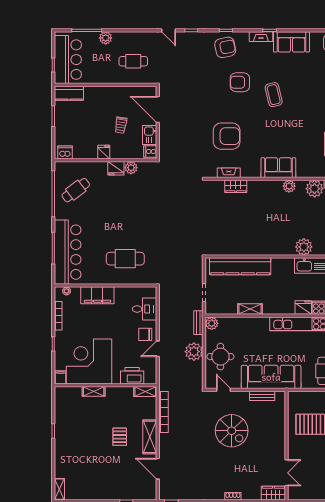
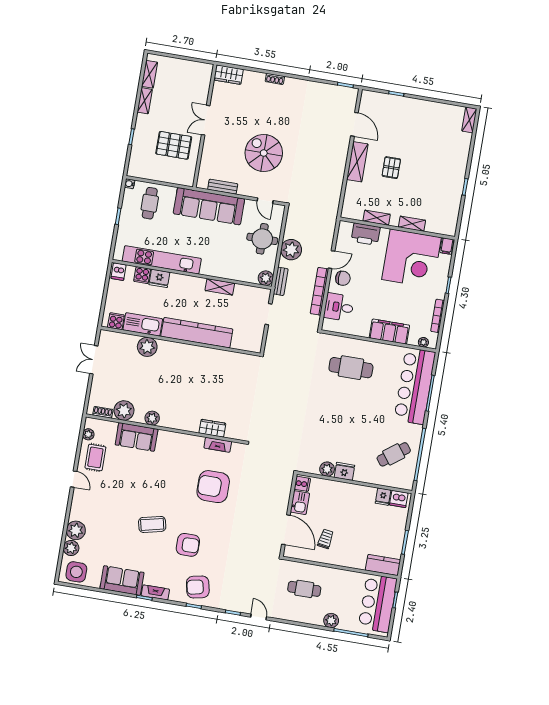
coffee table: (274, 95) -> (152, 524), turned 90
trolley: (121, 125) -> (326, 539), moved
fridge: (104, 152) -> (383, 497), moved
sofa: (278, 168) -> (137, 437), moved
kitchen counter: (240, 266) -> (197, 333), moved
shelving: (145, 391) -> (377, 218), moved
bookcase: (164, 412) -> (319, 291), moved
double door: (286, 473) -> (206, 120), moved

